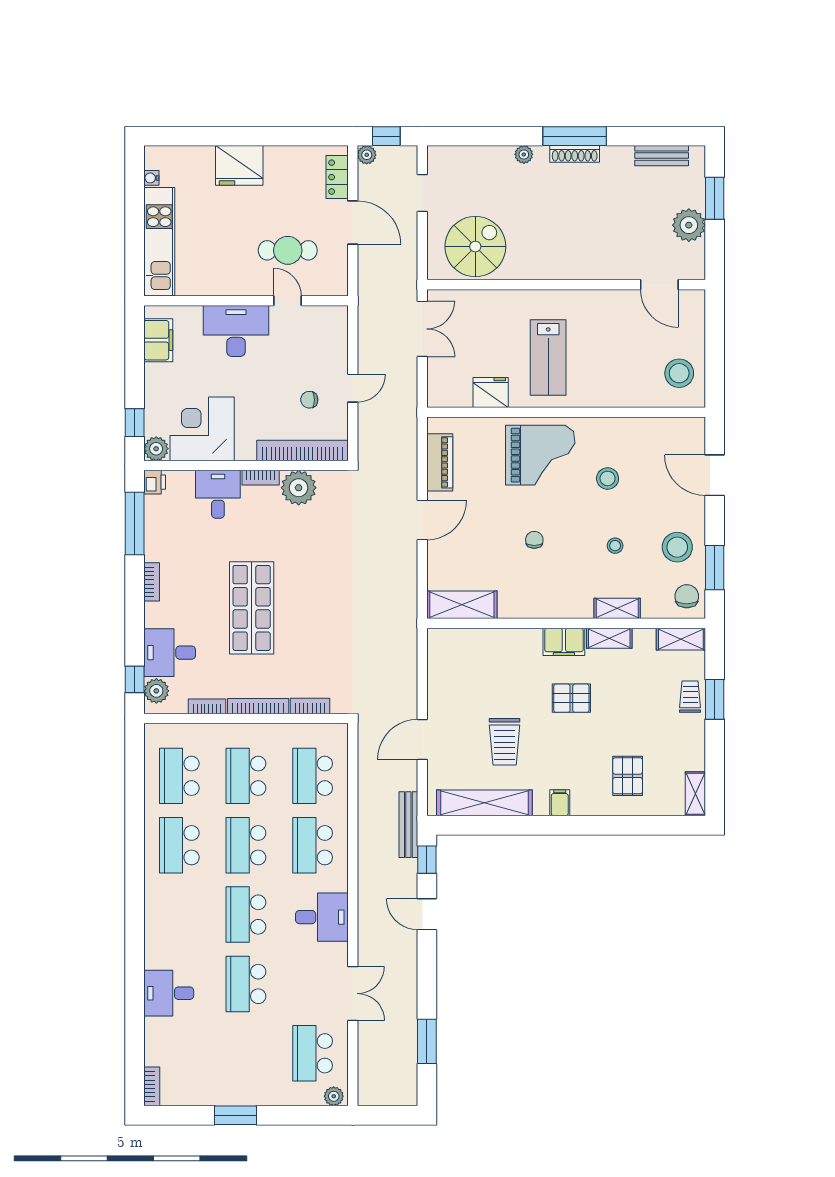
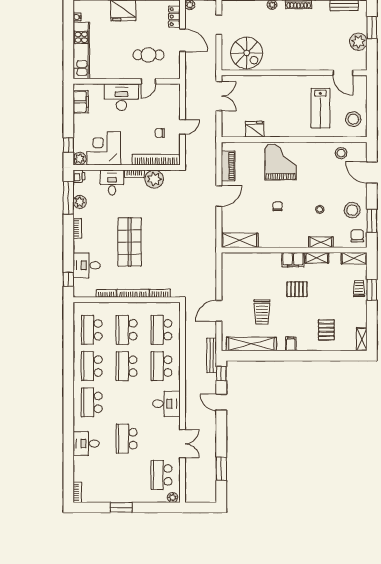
spiral stairs: (475, 247) -> (247, 53), turned 90
door: (287, 301) -> (148, 81), swing flipped
lab bench: (548, 358) -> (320, 108), moved
grand piano: (540, 455) -> (281, 162), turned -90
stool: (608, 478) -> (341, 153), moved
plant: (156, 691) -> (80, 202), moved
school desk: (246, 915) -> (92, 402), moved

